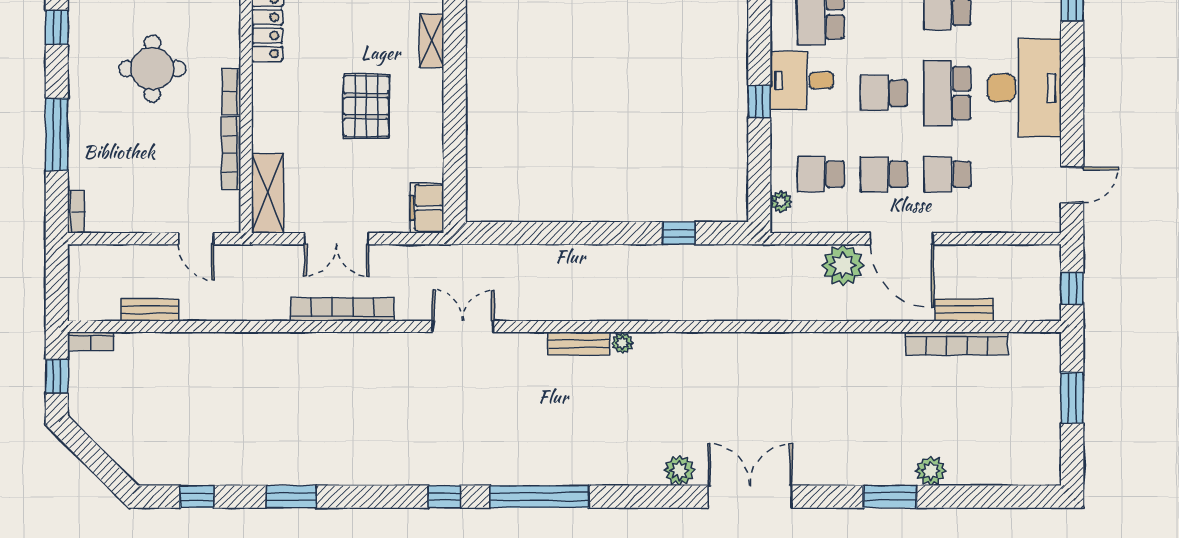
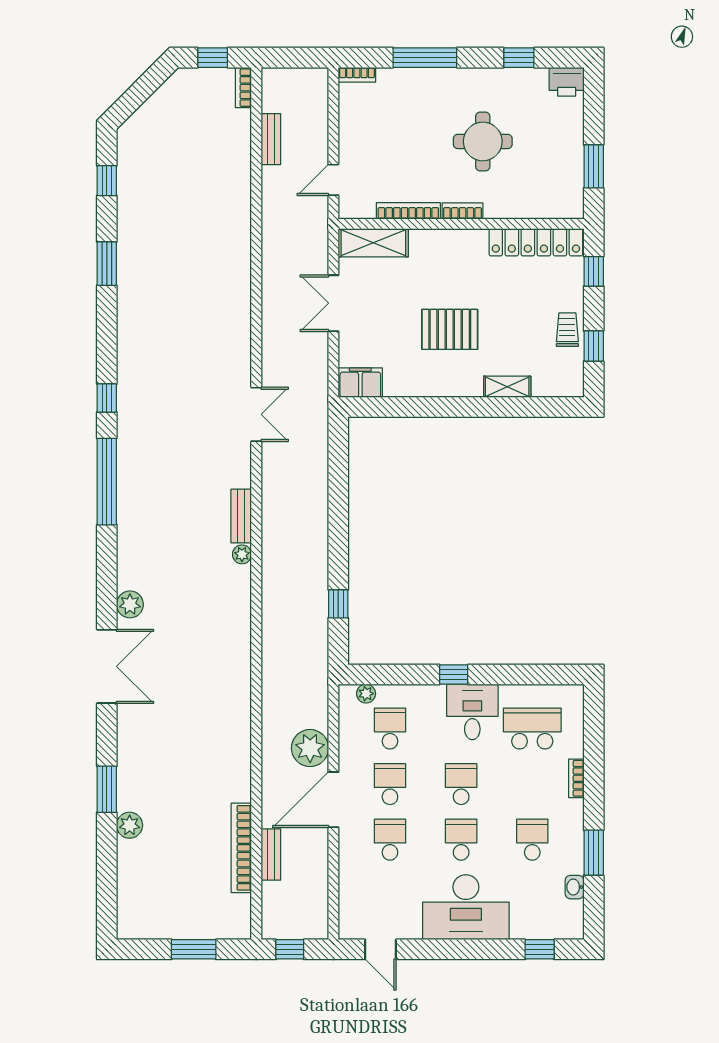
school desk: (947, 93) -> (461, 840), width x0.54
bookcase: (342, 309) -> (271, 309), removed

